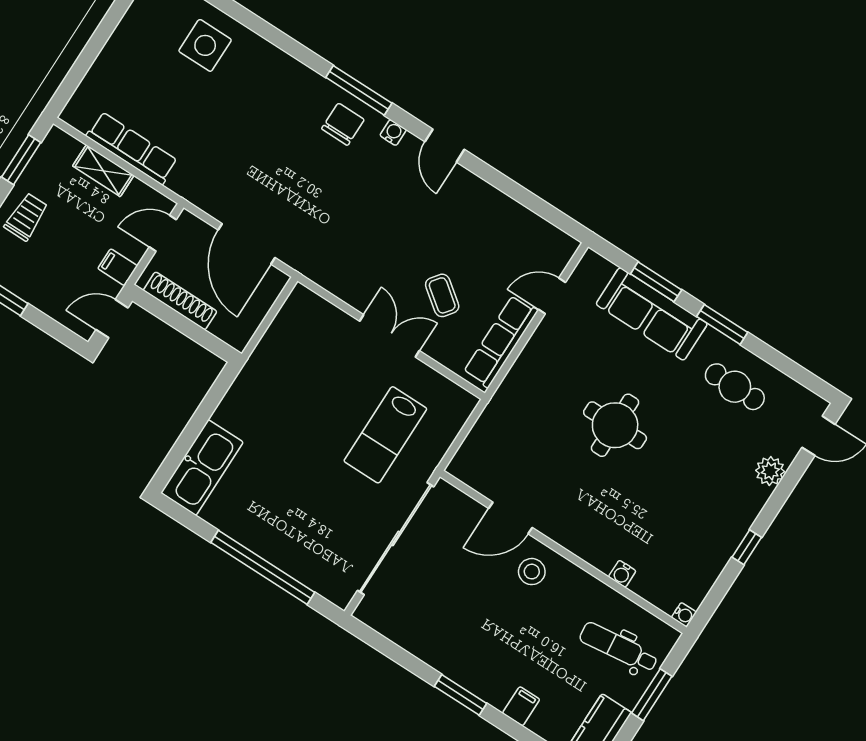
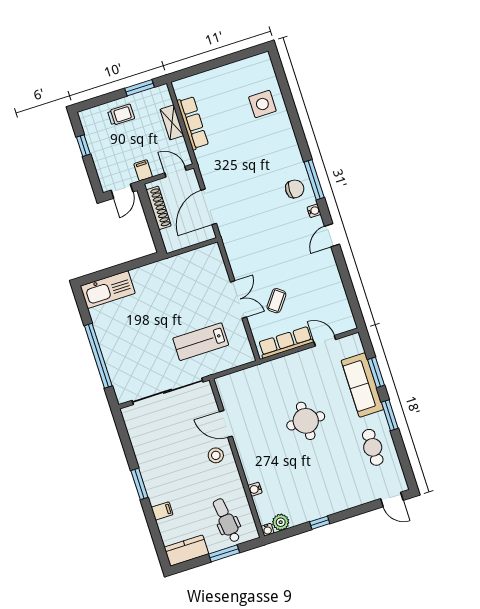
door: (112, 319) -> (122, 191), swing flipped
plant: (770, 471) -> (281, 522), moved

